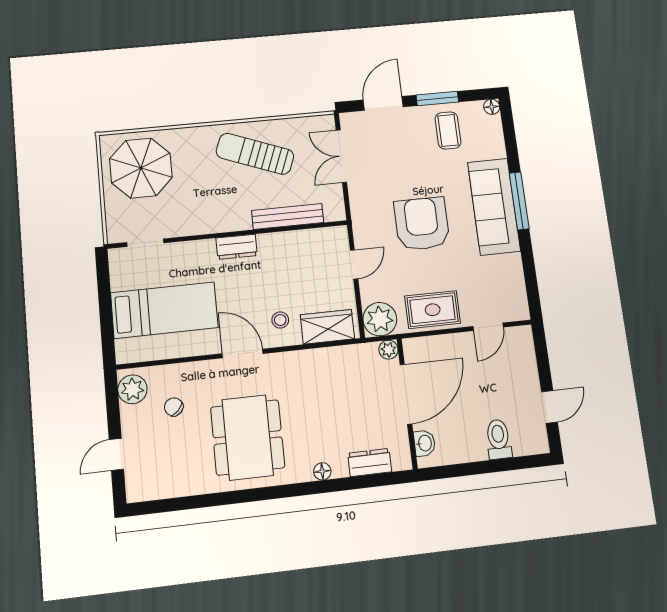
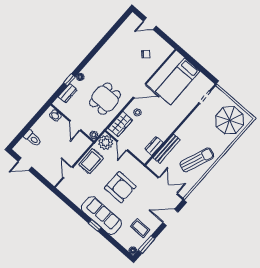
window: (437, 98) -> (146, 245), moved
door: (383, 103) -> (170, 217), swing flipped
window: (519, 201) -> (95, 225), width x0.46
dresser: (237, 247) -> (154, 146), moved
door: (354, 264) -> (122, 146), moved
plant: (132, 389) -> (164, 48), removed
door: (406, 394) -> (75, 126), width x0.53
door: (549, 407) -> (25, 164), hinge flipped
dining table: (248, 437) -> (105, 99), moved, width x0.73
door: (116, 454) -> (150, 24), swing flipped
window: (346, 484) -> (69, 80), added

